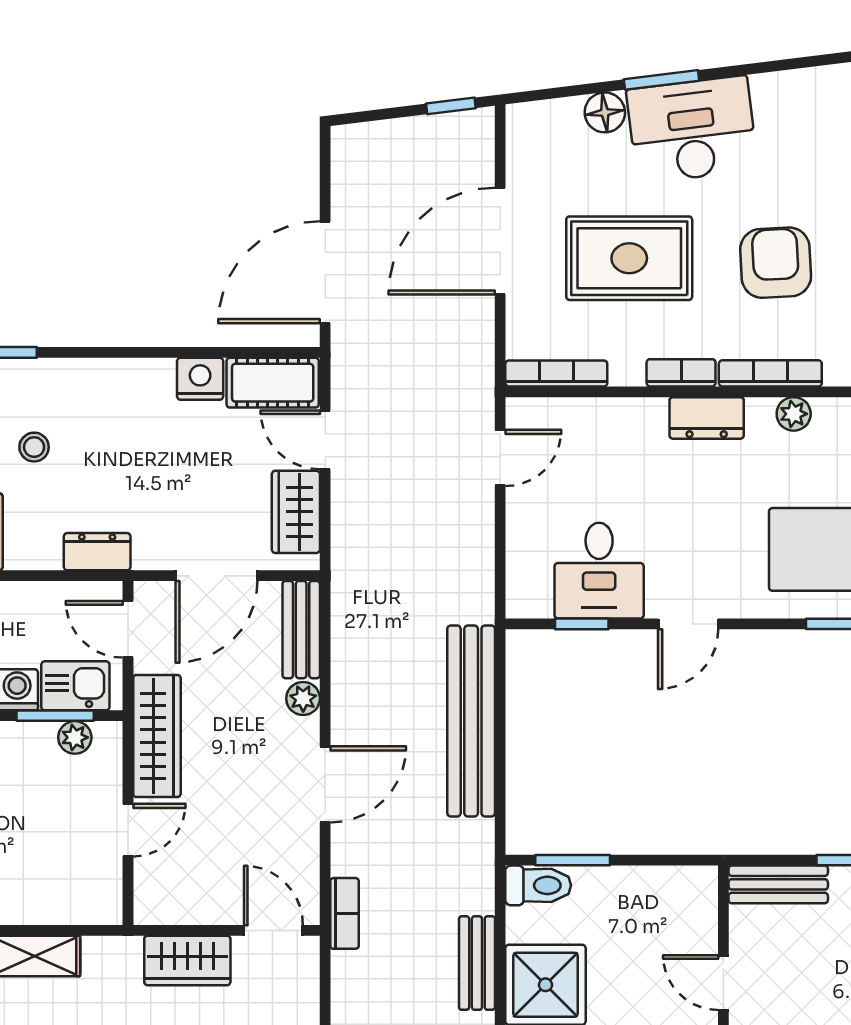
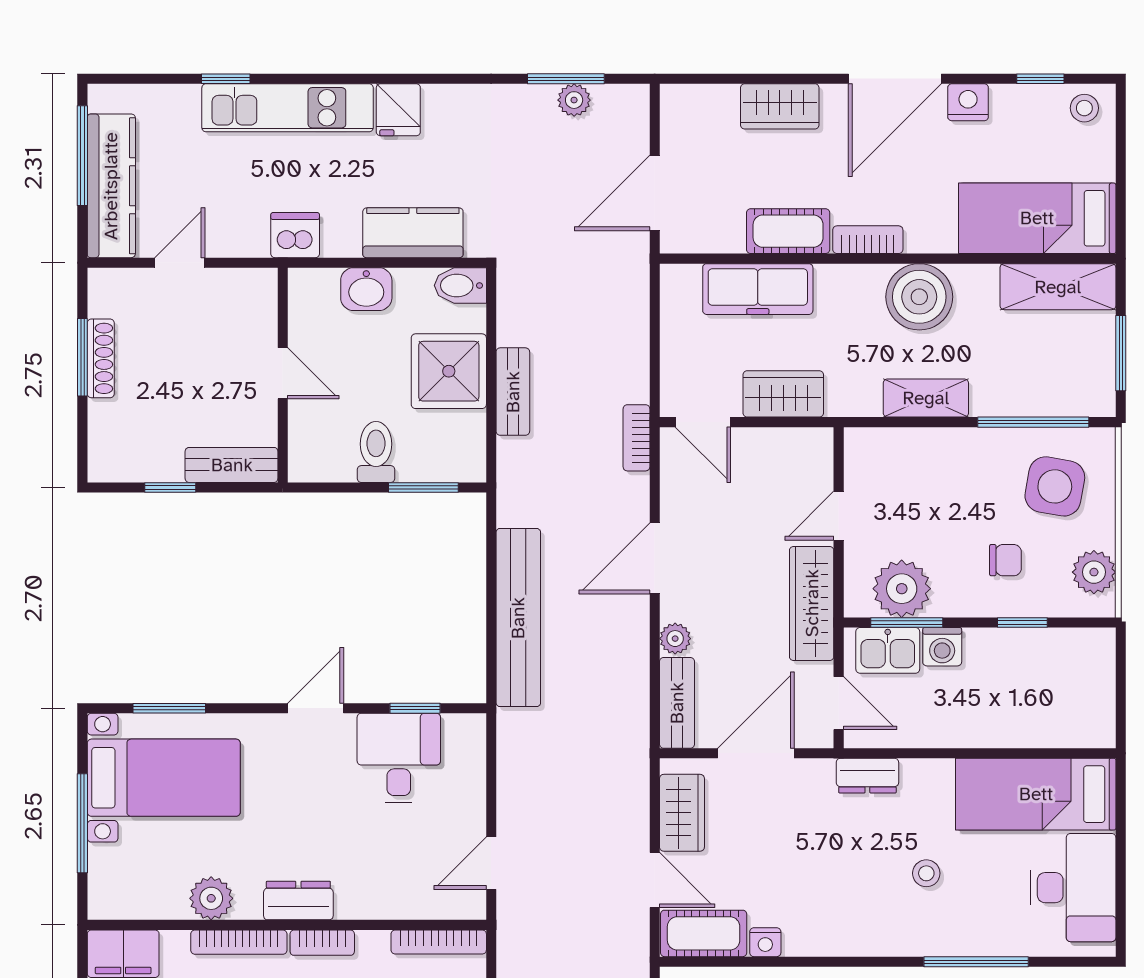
nightstand: (200, 379) -> (765, 942), width x0.72, depth x0.74
plant: (794, 414) -> (211, 898), width x1.38, depth x1.38
plant: (75, 737) -> (902, 589), width x1.88, depth x1.88
toilet: (538, 885) -> (376, 452), moved, turned 90

